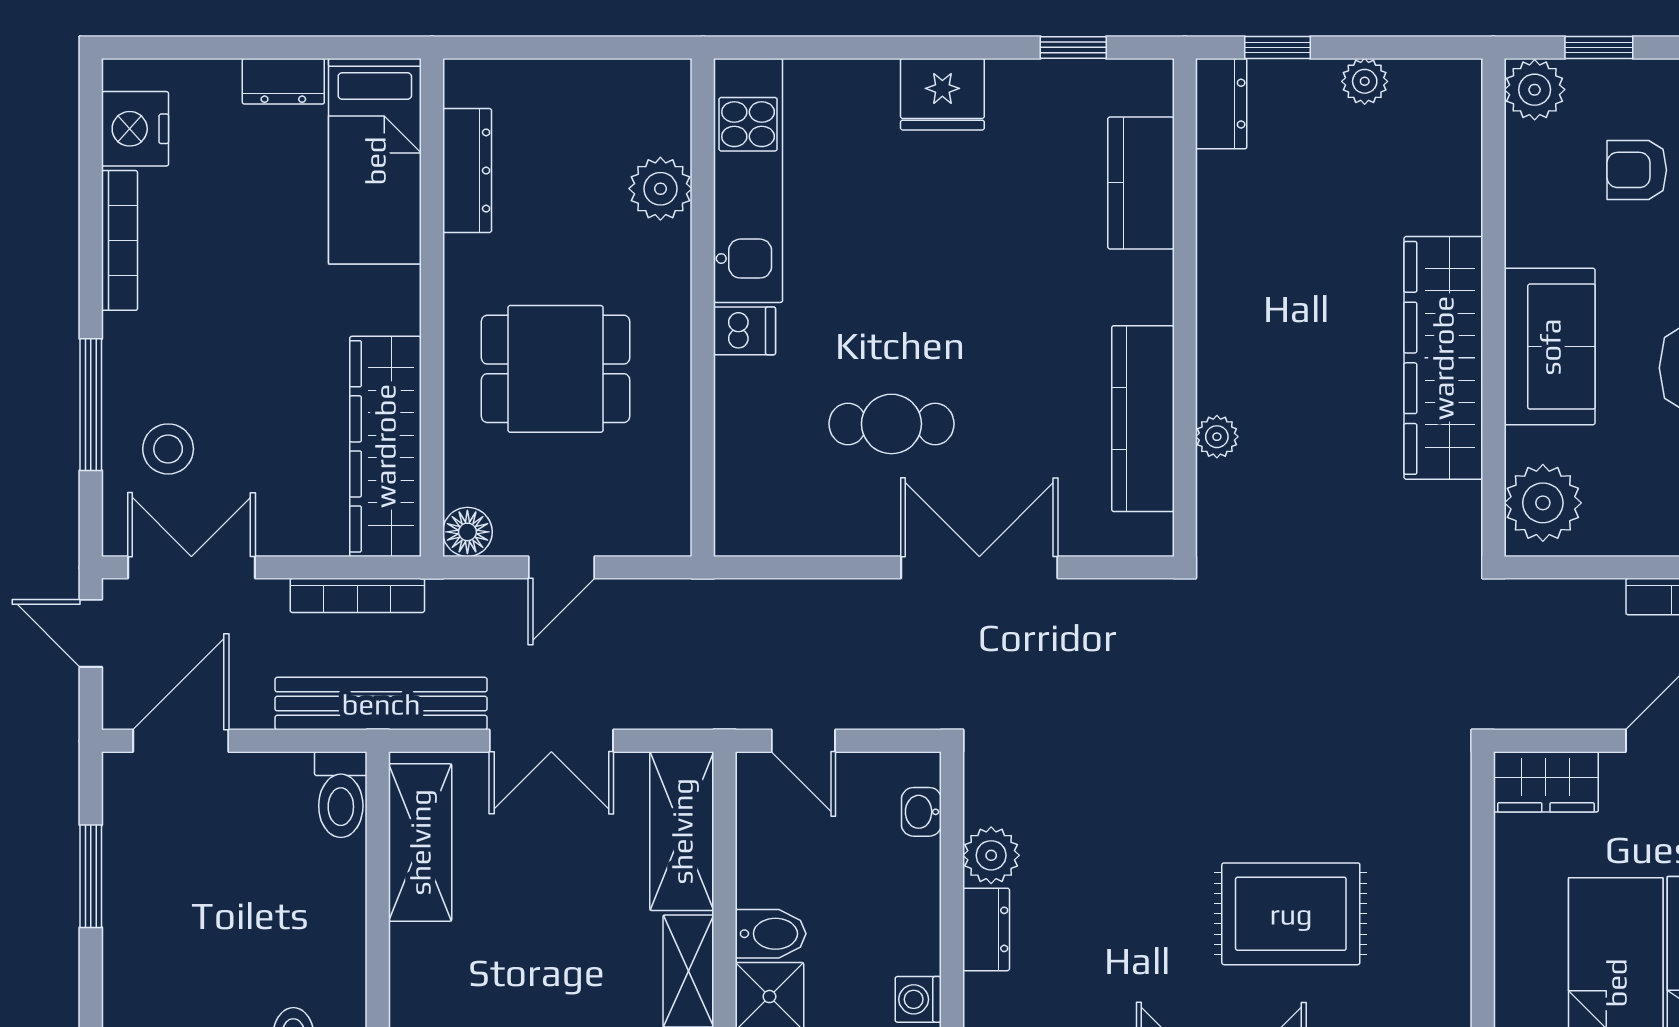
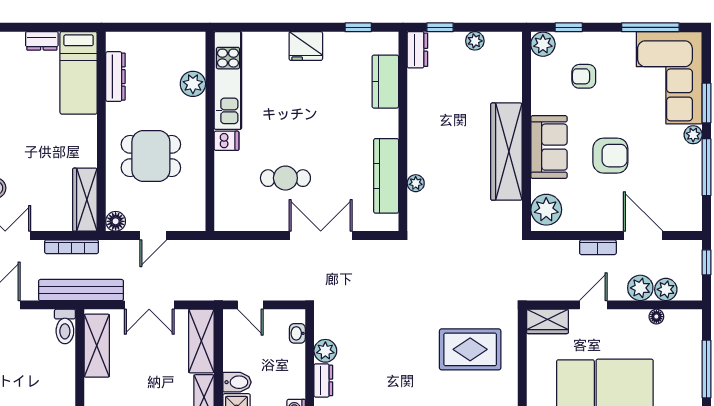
wardrobe: (385, 446) -> (85, 200), width x0.71, depth x0.85
rug: (1291, 914) -> (470, 349), moved

